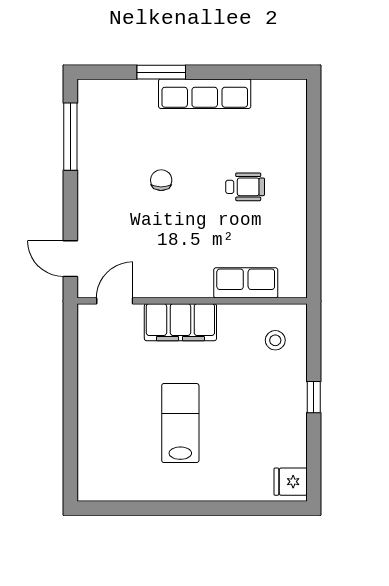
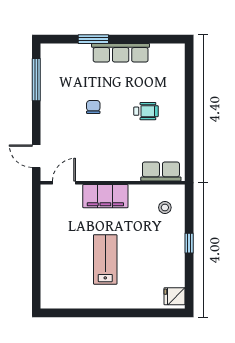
row of seats: (246, 283) -> (161, 171), moved

